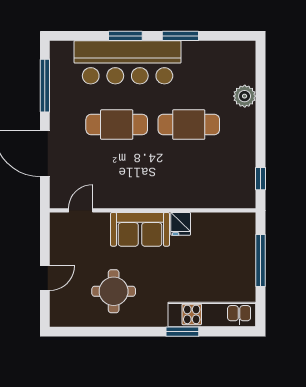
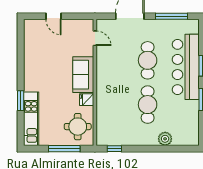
round table: (114, 291) -> (78, 127), moved

